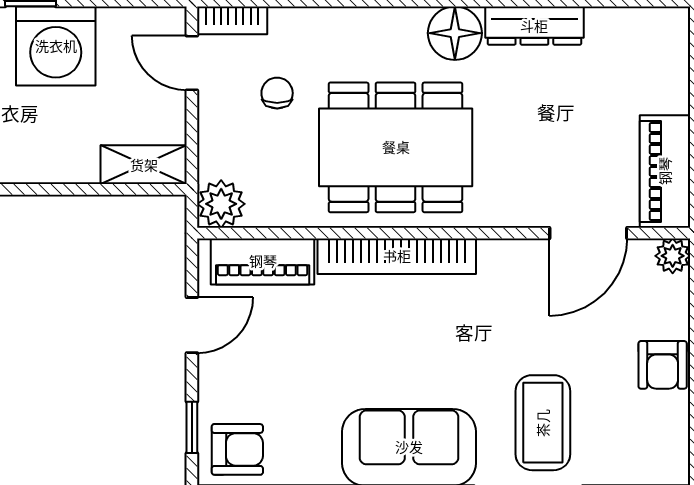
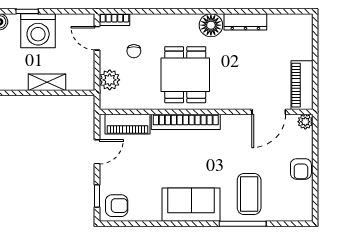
chair: (277, 93) -> (134, 51), turned 180
dining table: (396, 147) -> (185, 75), width x0.73
shelving: (144, 165) -> (47, 82), moved
plant: (221, 204) -> (110, 80), moved

